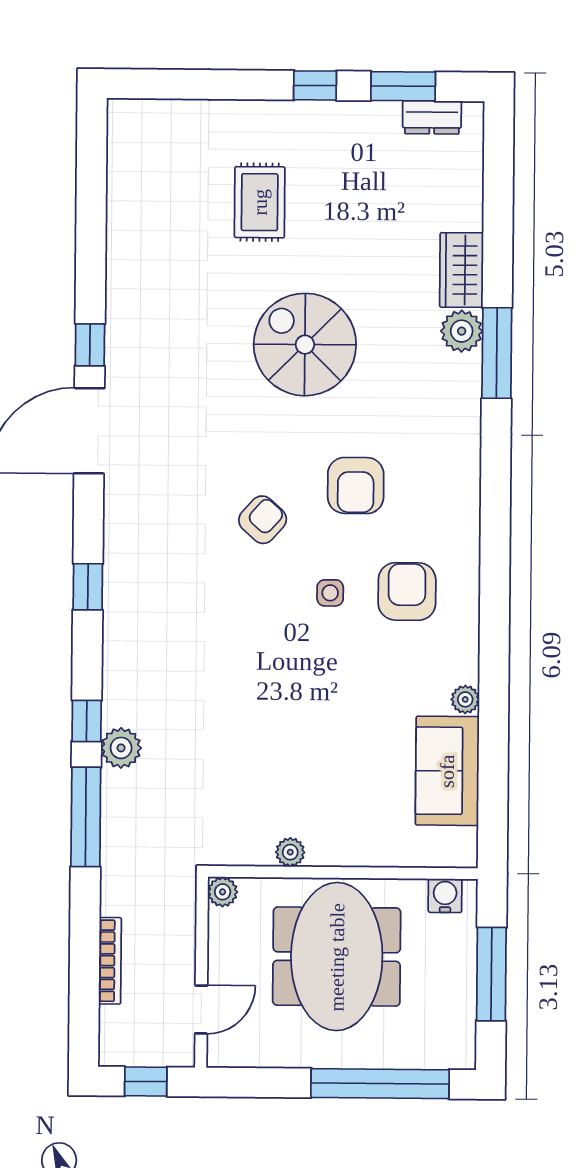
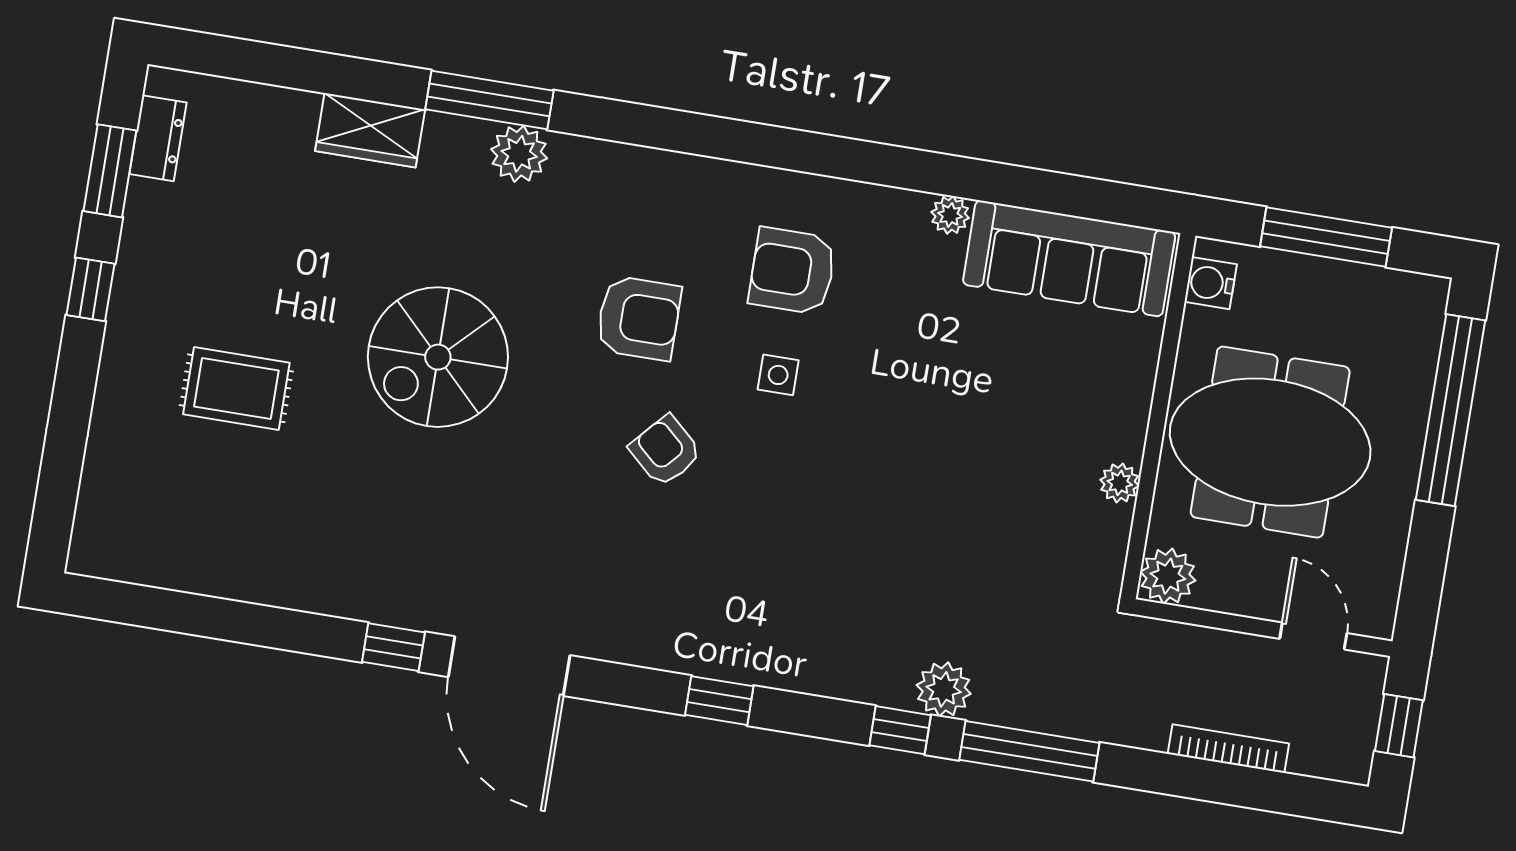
plant: (462, 331) -> (519, 154), moved
sofa: (447, 771) -> (1069, 258), width x1.36
plant: (223, 892) -> (1168, 576), width x1.38, depth x1.38

